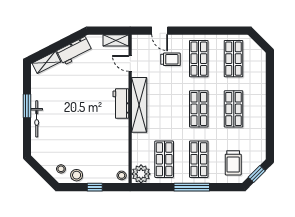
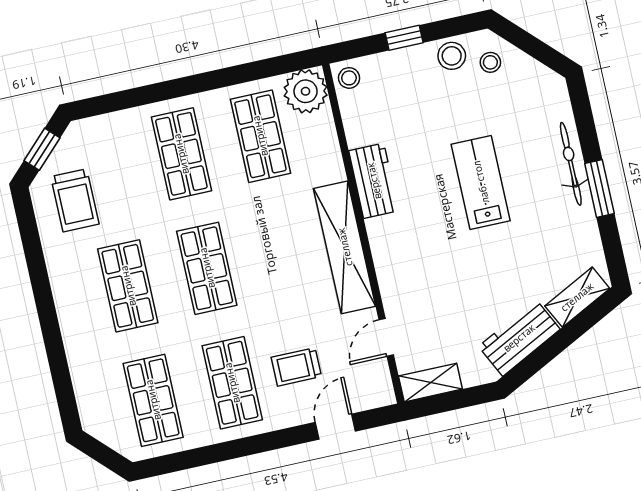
door: (160, 31) -> (335, 427), hinge flipped
door: (130, 63) -> (386, 337), swing flipped
workbench: (121, 103) -> (374, 181), moved
lab bench: (76, 119) -> (481, 182), added
trolley: (233, 163) -> (75, 200), moved, turned 180
window: (192, 187) -> (184, 87), removed

